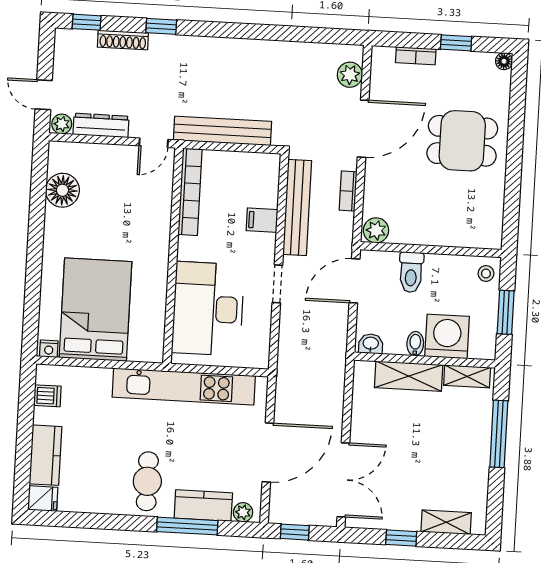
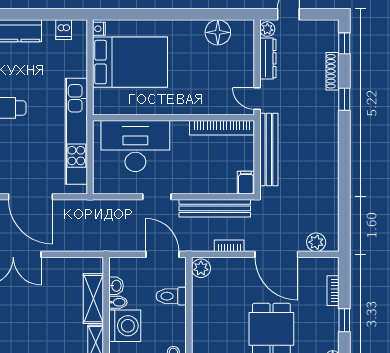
filing cabinet: (262, 220) -> (246, 183), moved
washbasin: (371, 344) -> (116, 286), moved

